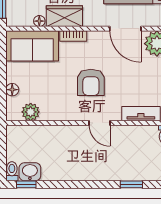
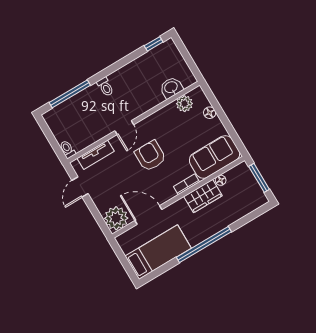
door: (100, 123) -> (124, 128), swing flipped
toilet: (12, 171) -> (105, 87), moved
washbasin: (30, 172) -> (171, 88), moved, turned 180
window: (131, 184) -> (70, 94), width x2.17

